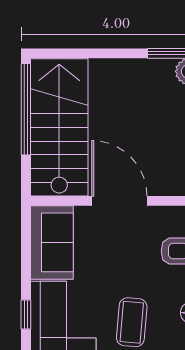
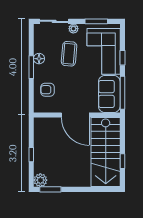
window: (26, 109) -> (122, 161), width x0.32
window: (26, 245) -> (122, 93), added

